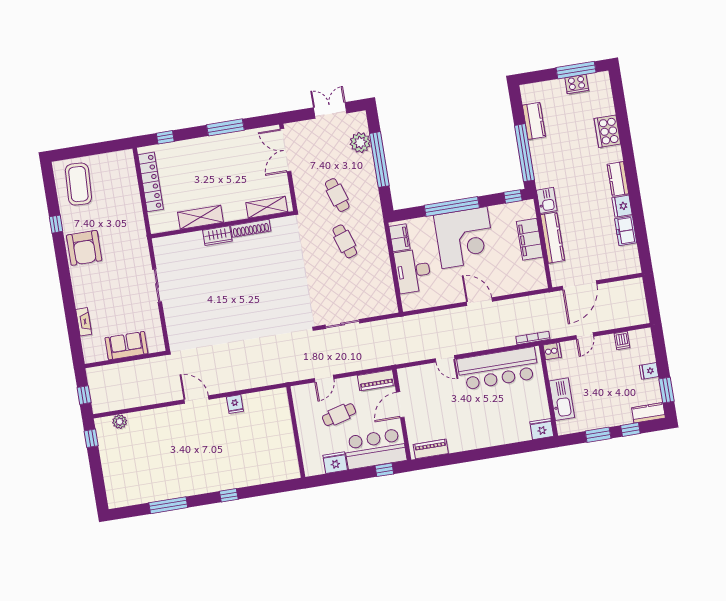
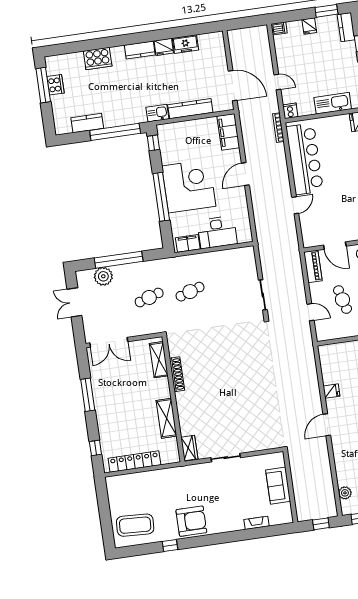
wardrobe: (217, 236) -> (189, 448), moved
filing cabinet: (530, 239) -> (228, 132), moved, turned 90
dishwasher: (622, 340) -> (279, 28), moved

